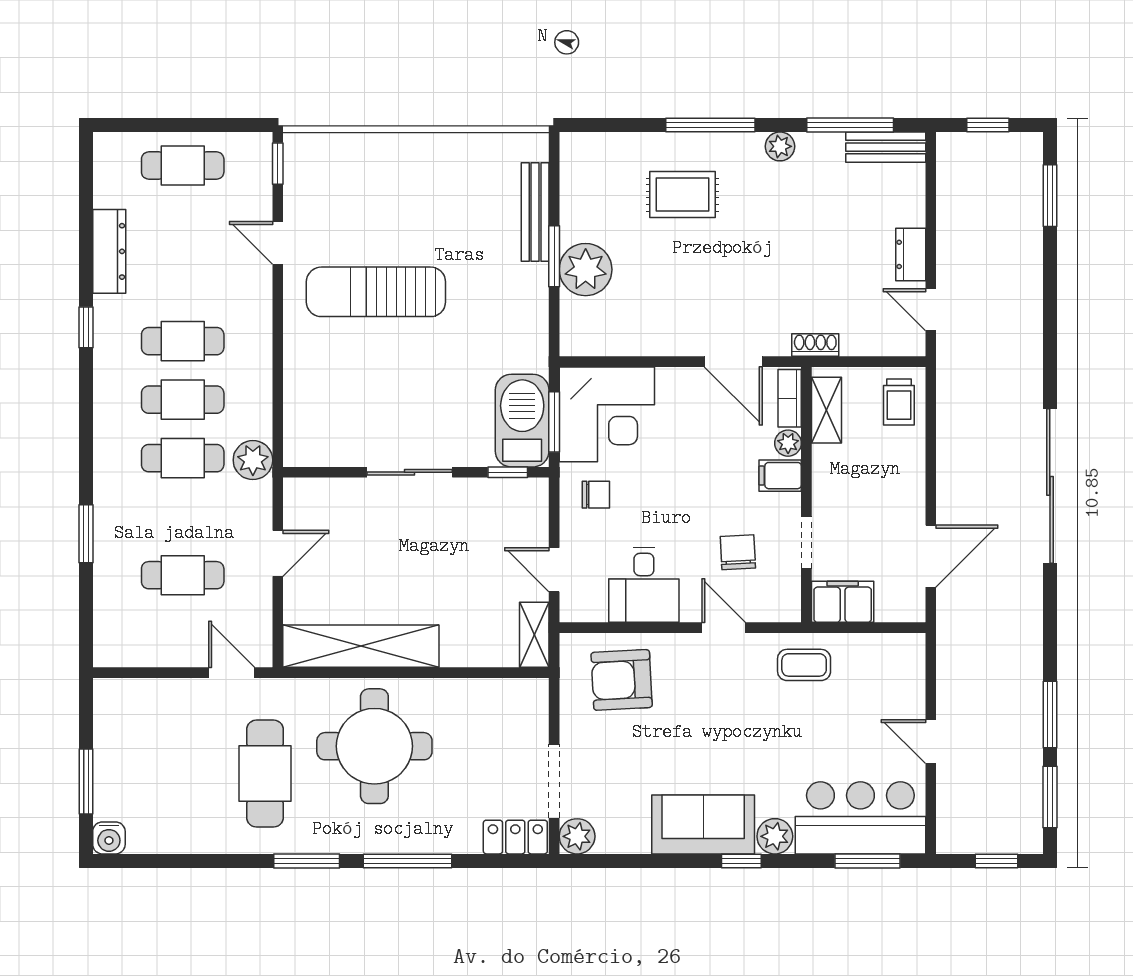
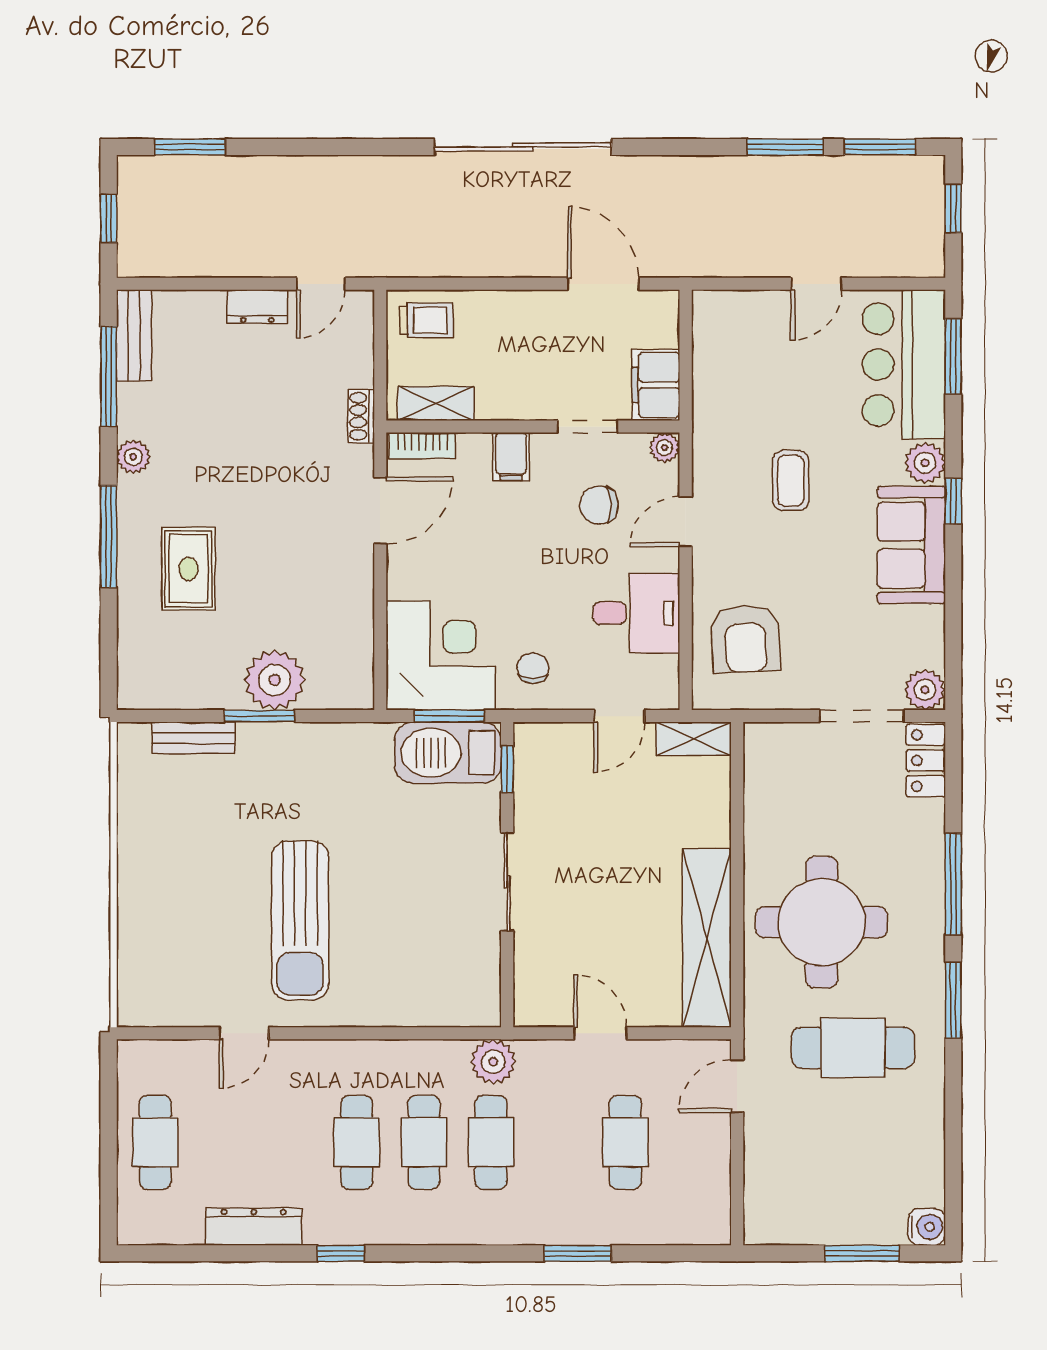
window: (278, 164) -> (153, 1033), removed
bench: (535, 212) -> (194, 738), width x0.73
plant: (788, 443) -> (664, 448), moved
coffee table: (804, 665) -> (791, 481), moved

